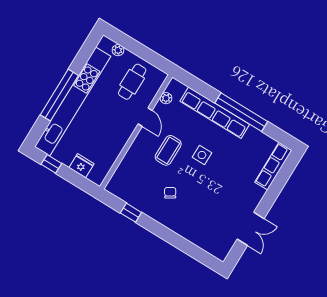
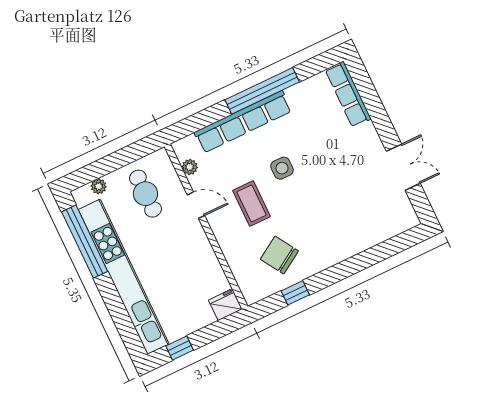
window: (59, 95) -> (85, 242), moved
fridge: (81, 166) -> (225, 305), moved
chair: (170, 193) -> (279, 255), moved, width x1.87, depth x1.87

